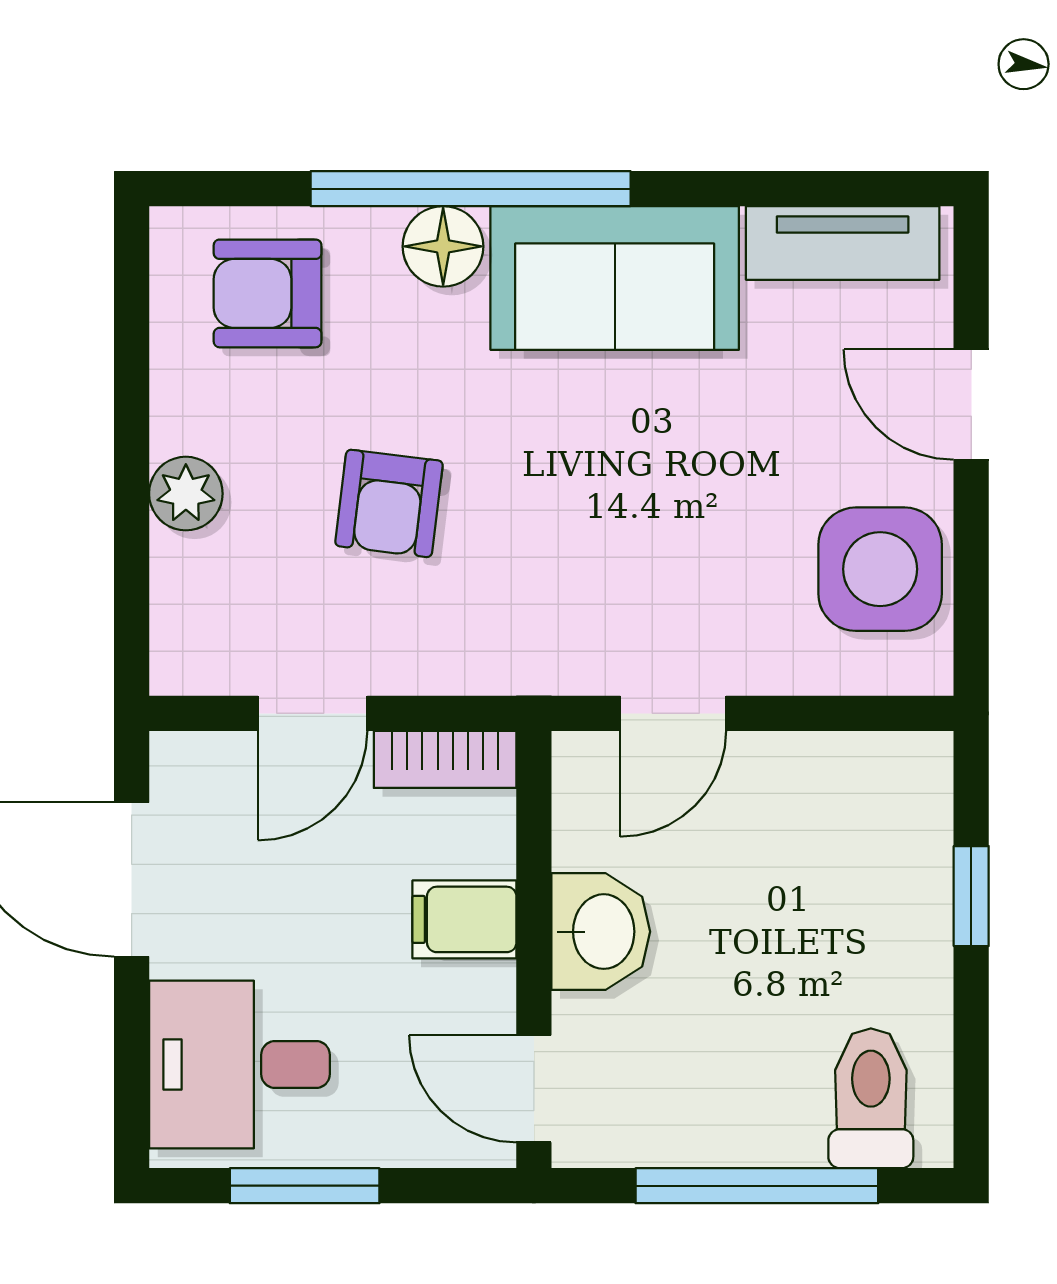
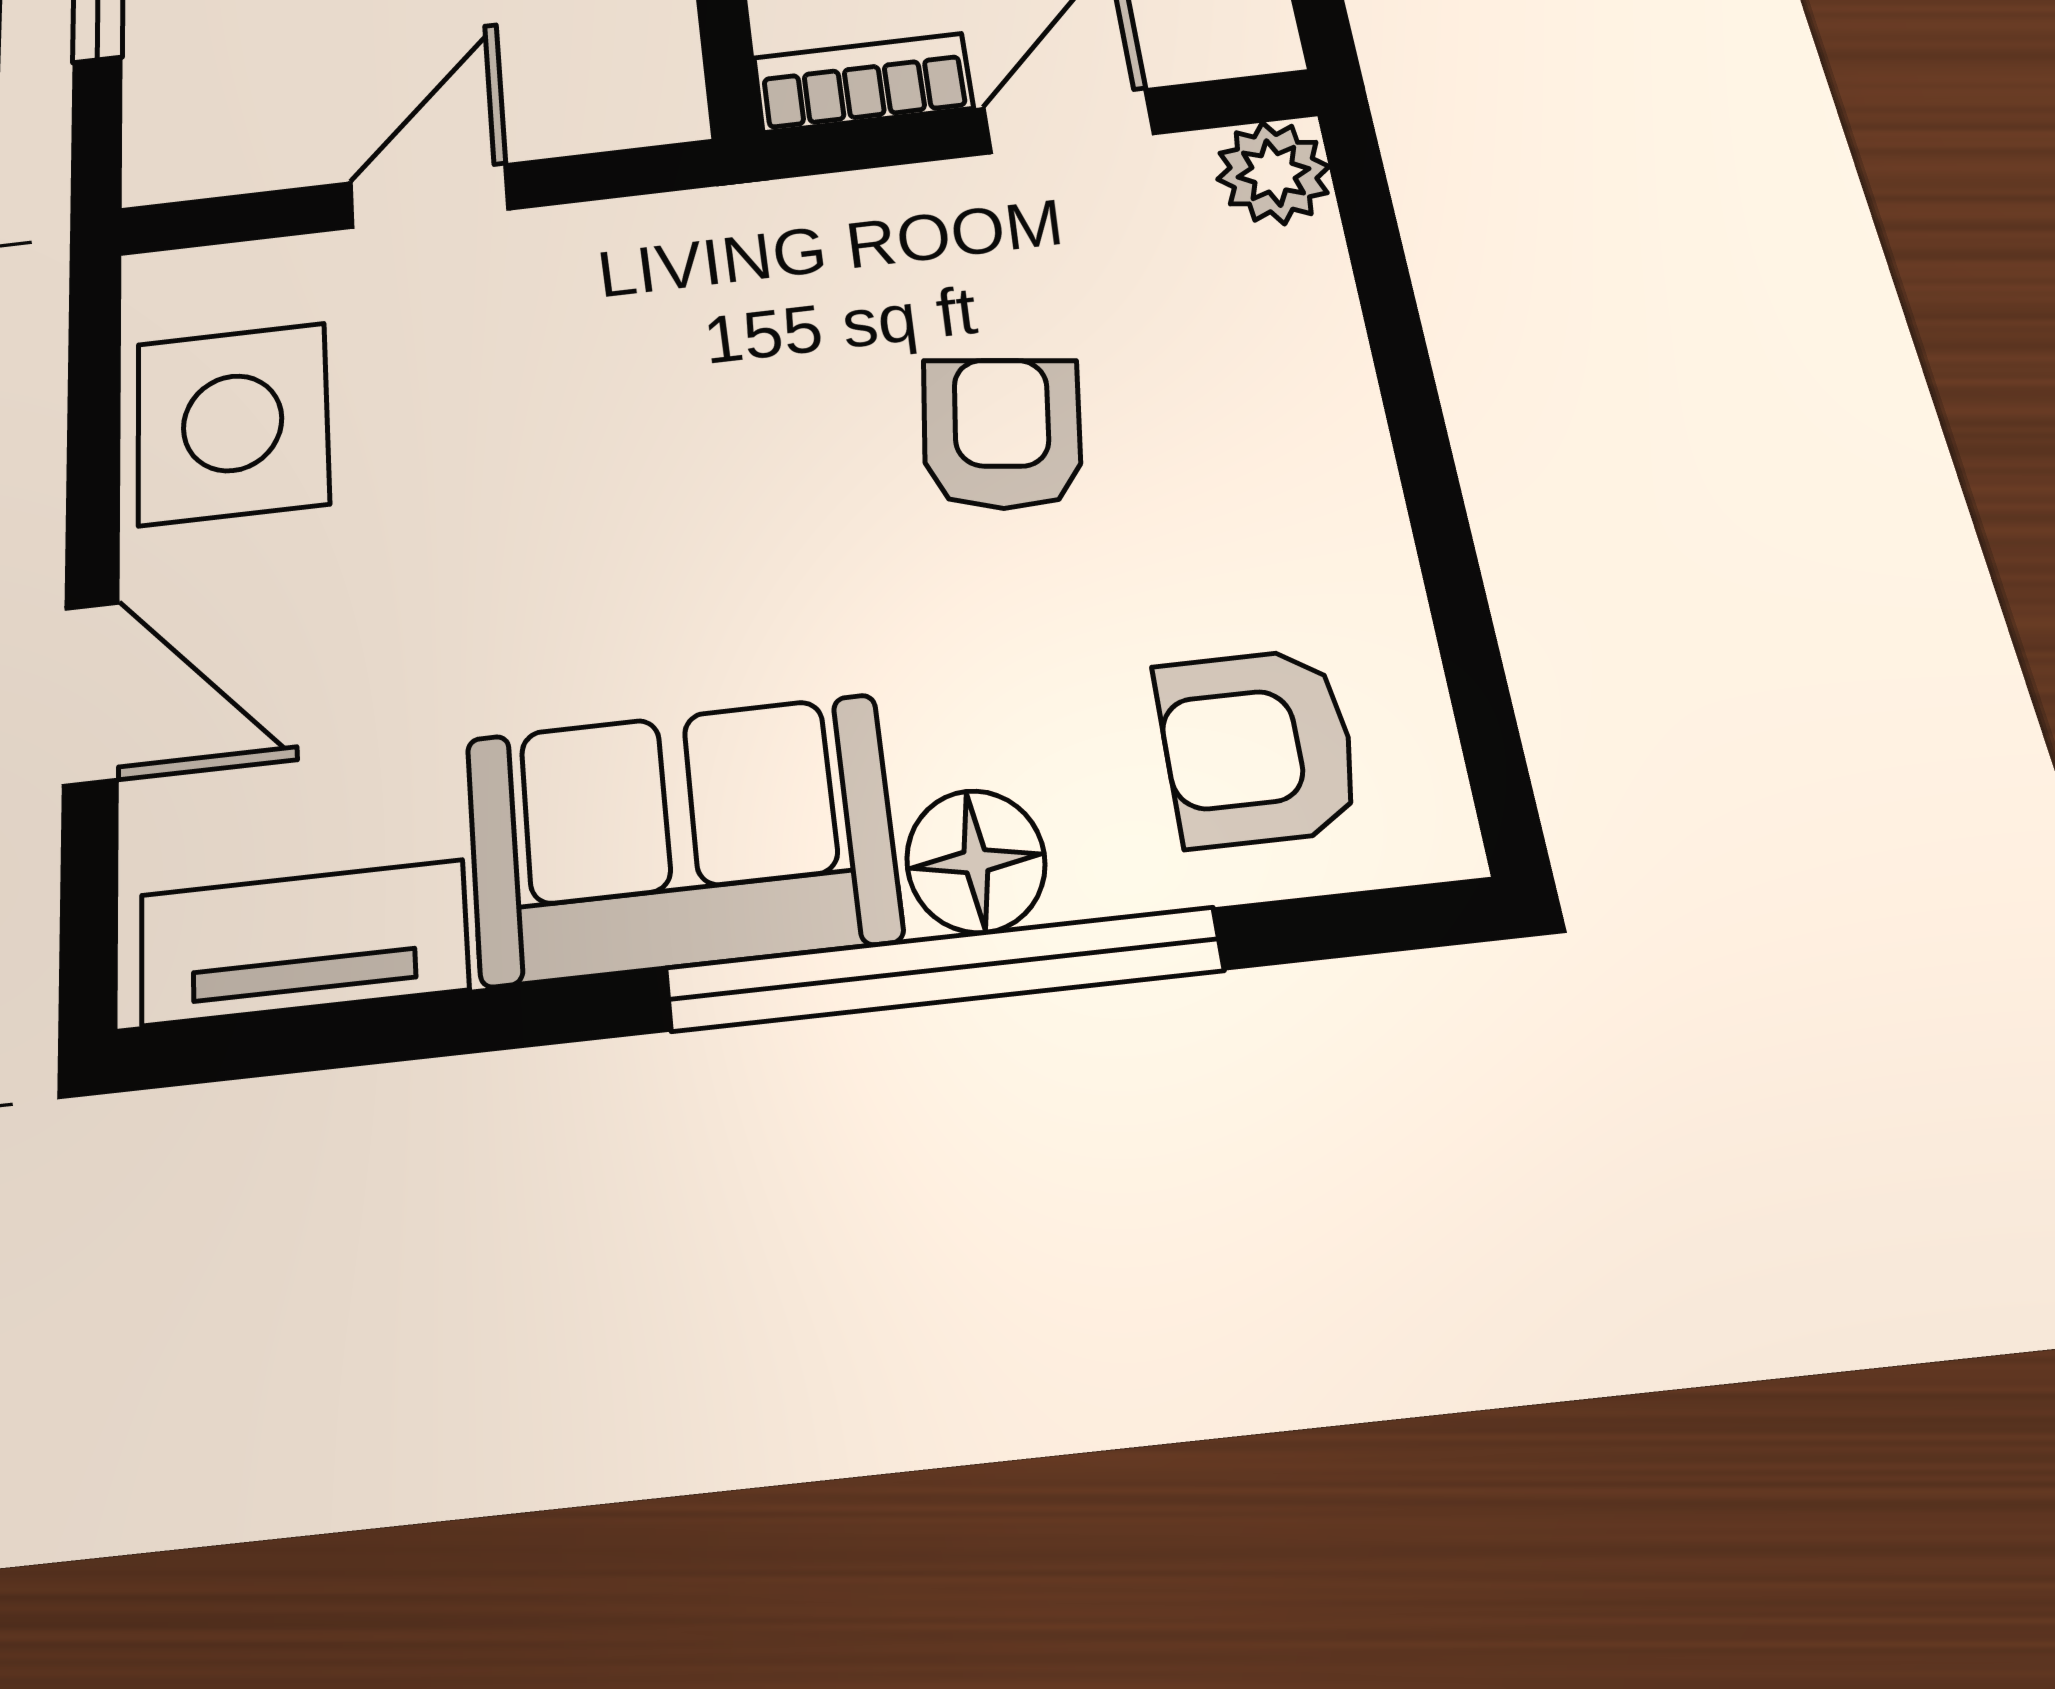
armchair: (268, 293) -> (1258, 747), turned 180
plant: (186, 494) -> (1273, 173), moved
door: (673, 713) -> (429, 196), moved

